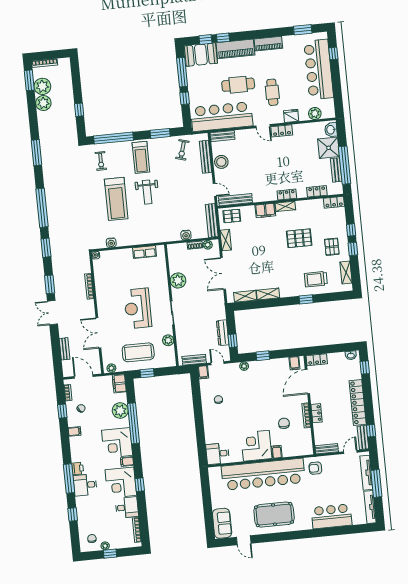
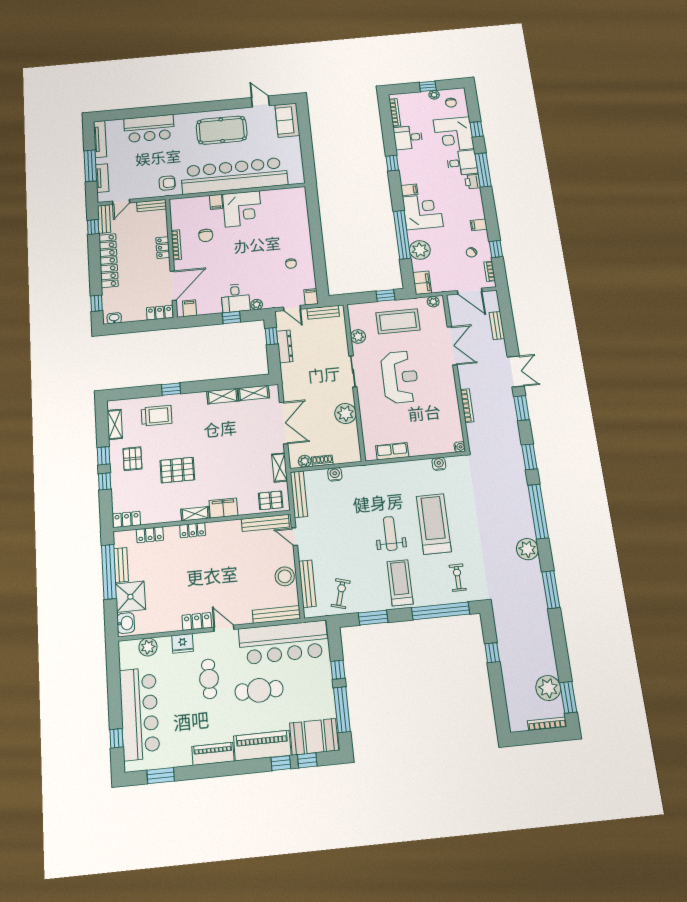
plant: (43, 103) -> (527, 549), moved
bench: (223, 136) -> (276, 614), width x1.36
desk: (218, 454) -> (236, 298), moved, turned 90
tv unit: (366, 473) -> (102, 178), width x0.71
corner desk: (121, 483) -> (454, 134), moved, turned 180

